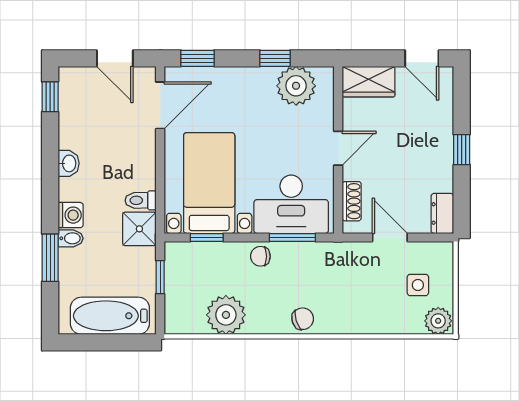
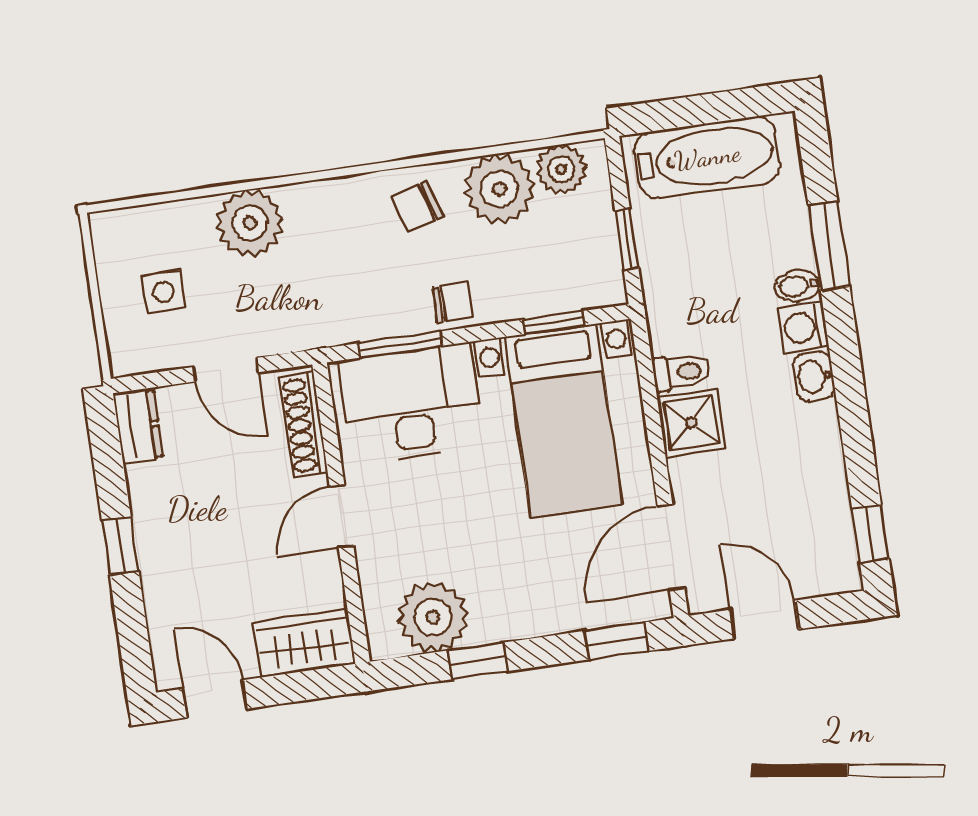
washbasin: (69, 163) -> (814, 377), moved
shoe rack: (352, 201) -> (304, 425), width x1.43
shower: (139, 229) -> (691, 423), moved
chair: (303, 319) -> (417, 207), moved
plant: (191, 321) -> (561, 169), added
plant: (438, 321) -> (250, 223), moved, width x1.36, depth x1.36

